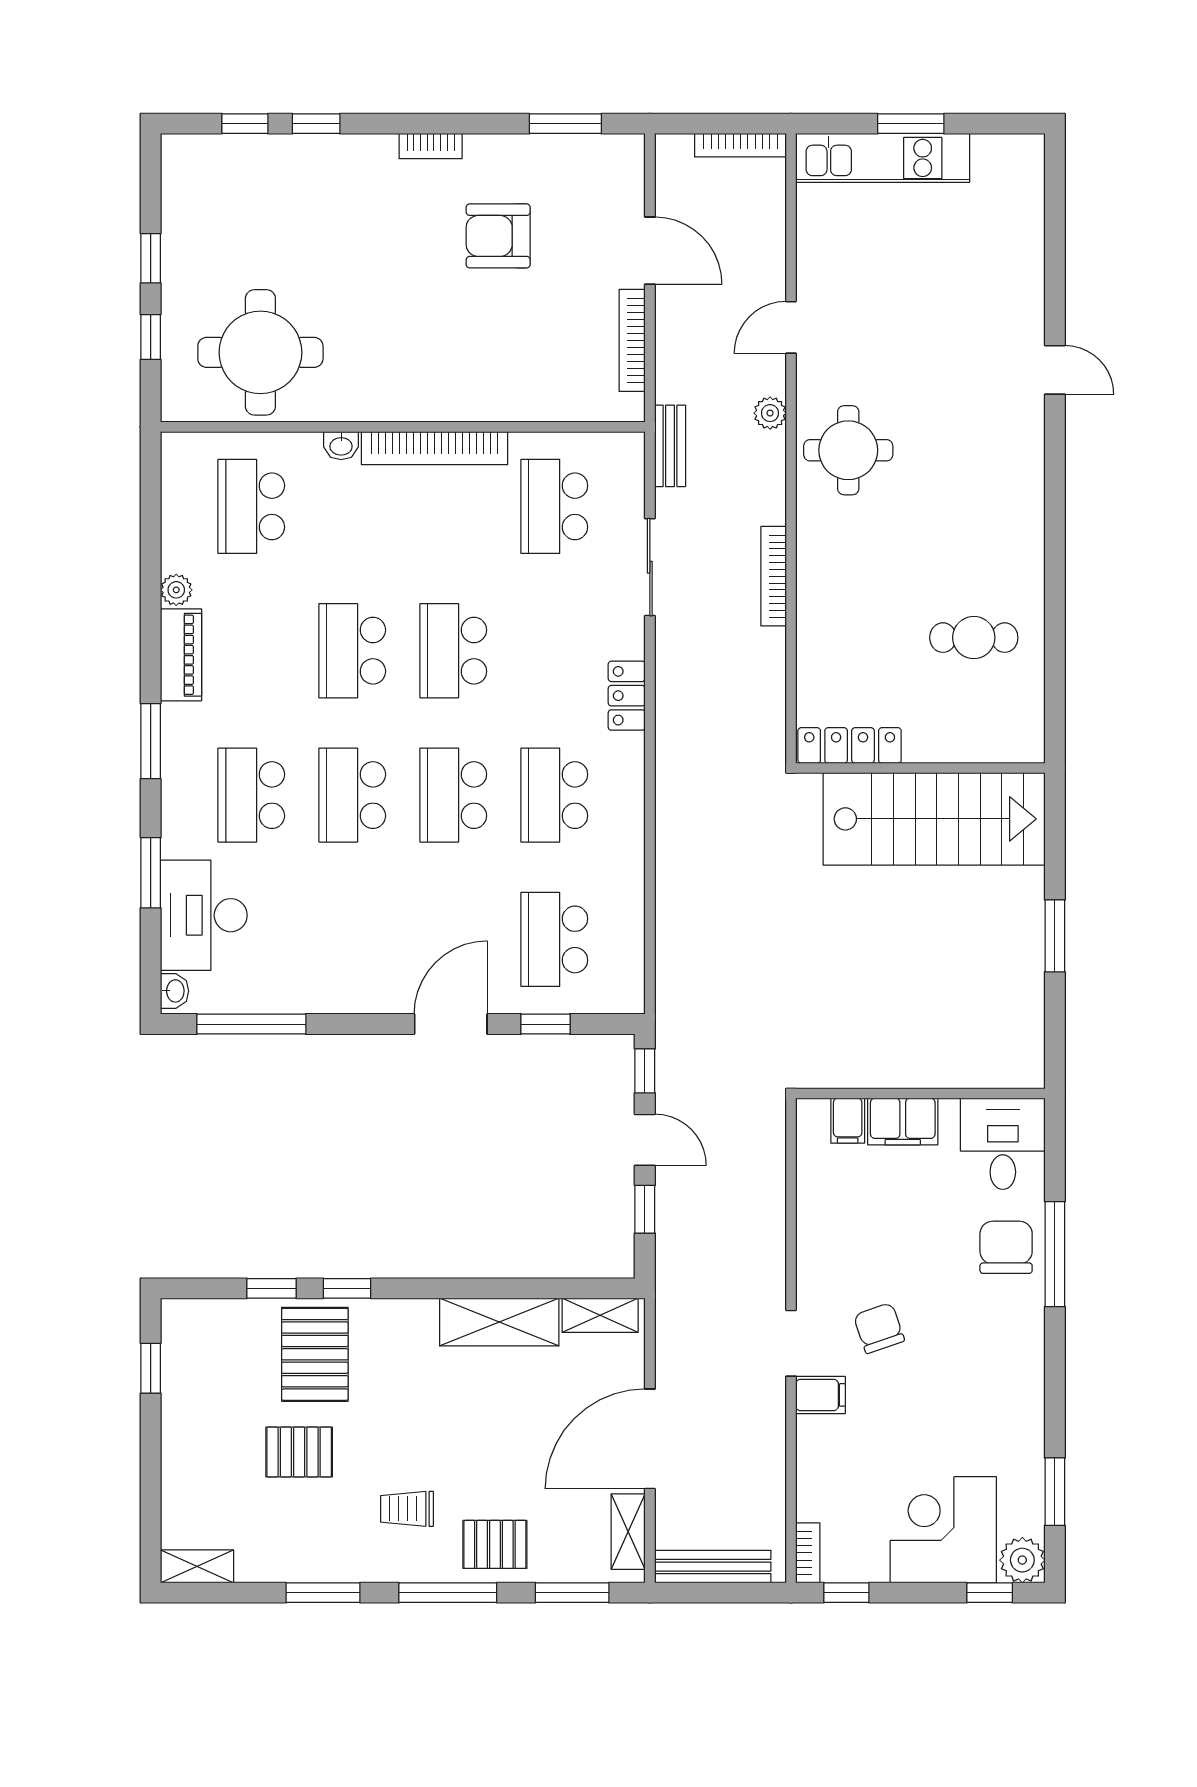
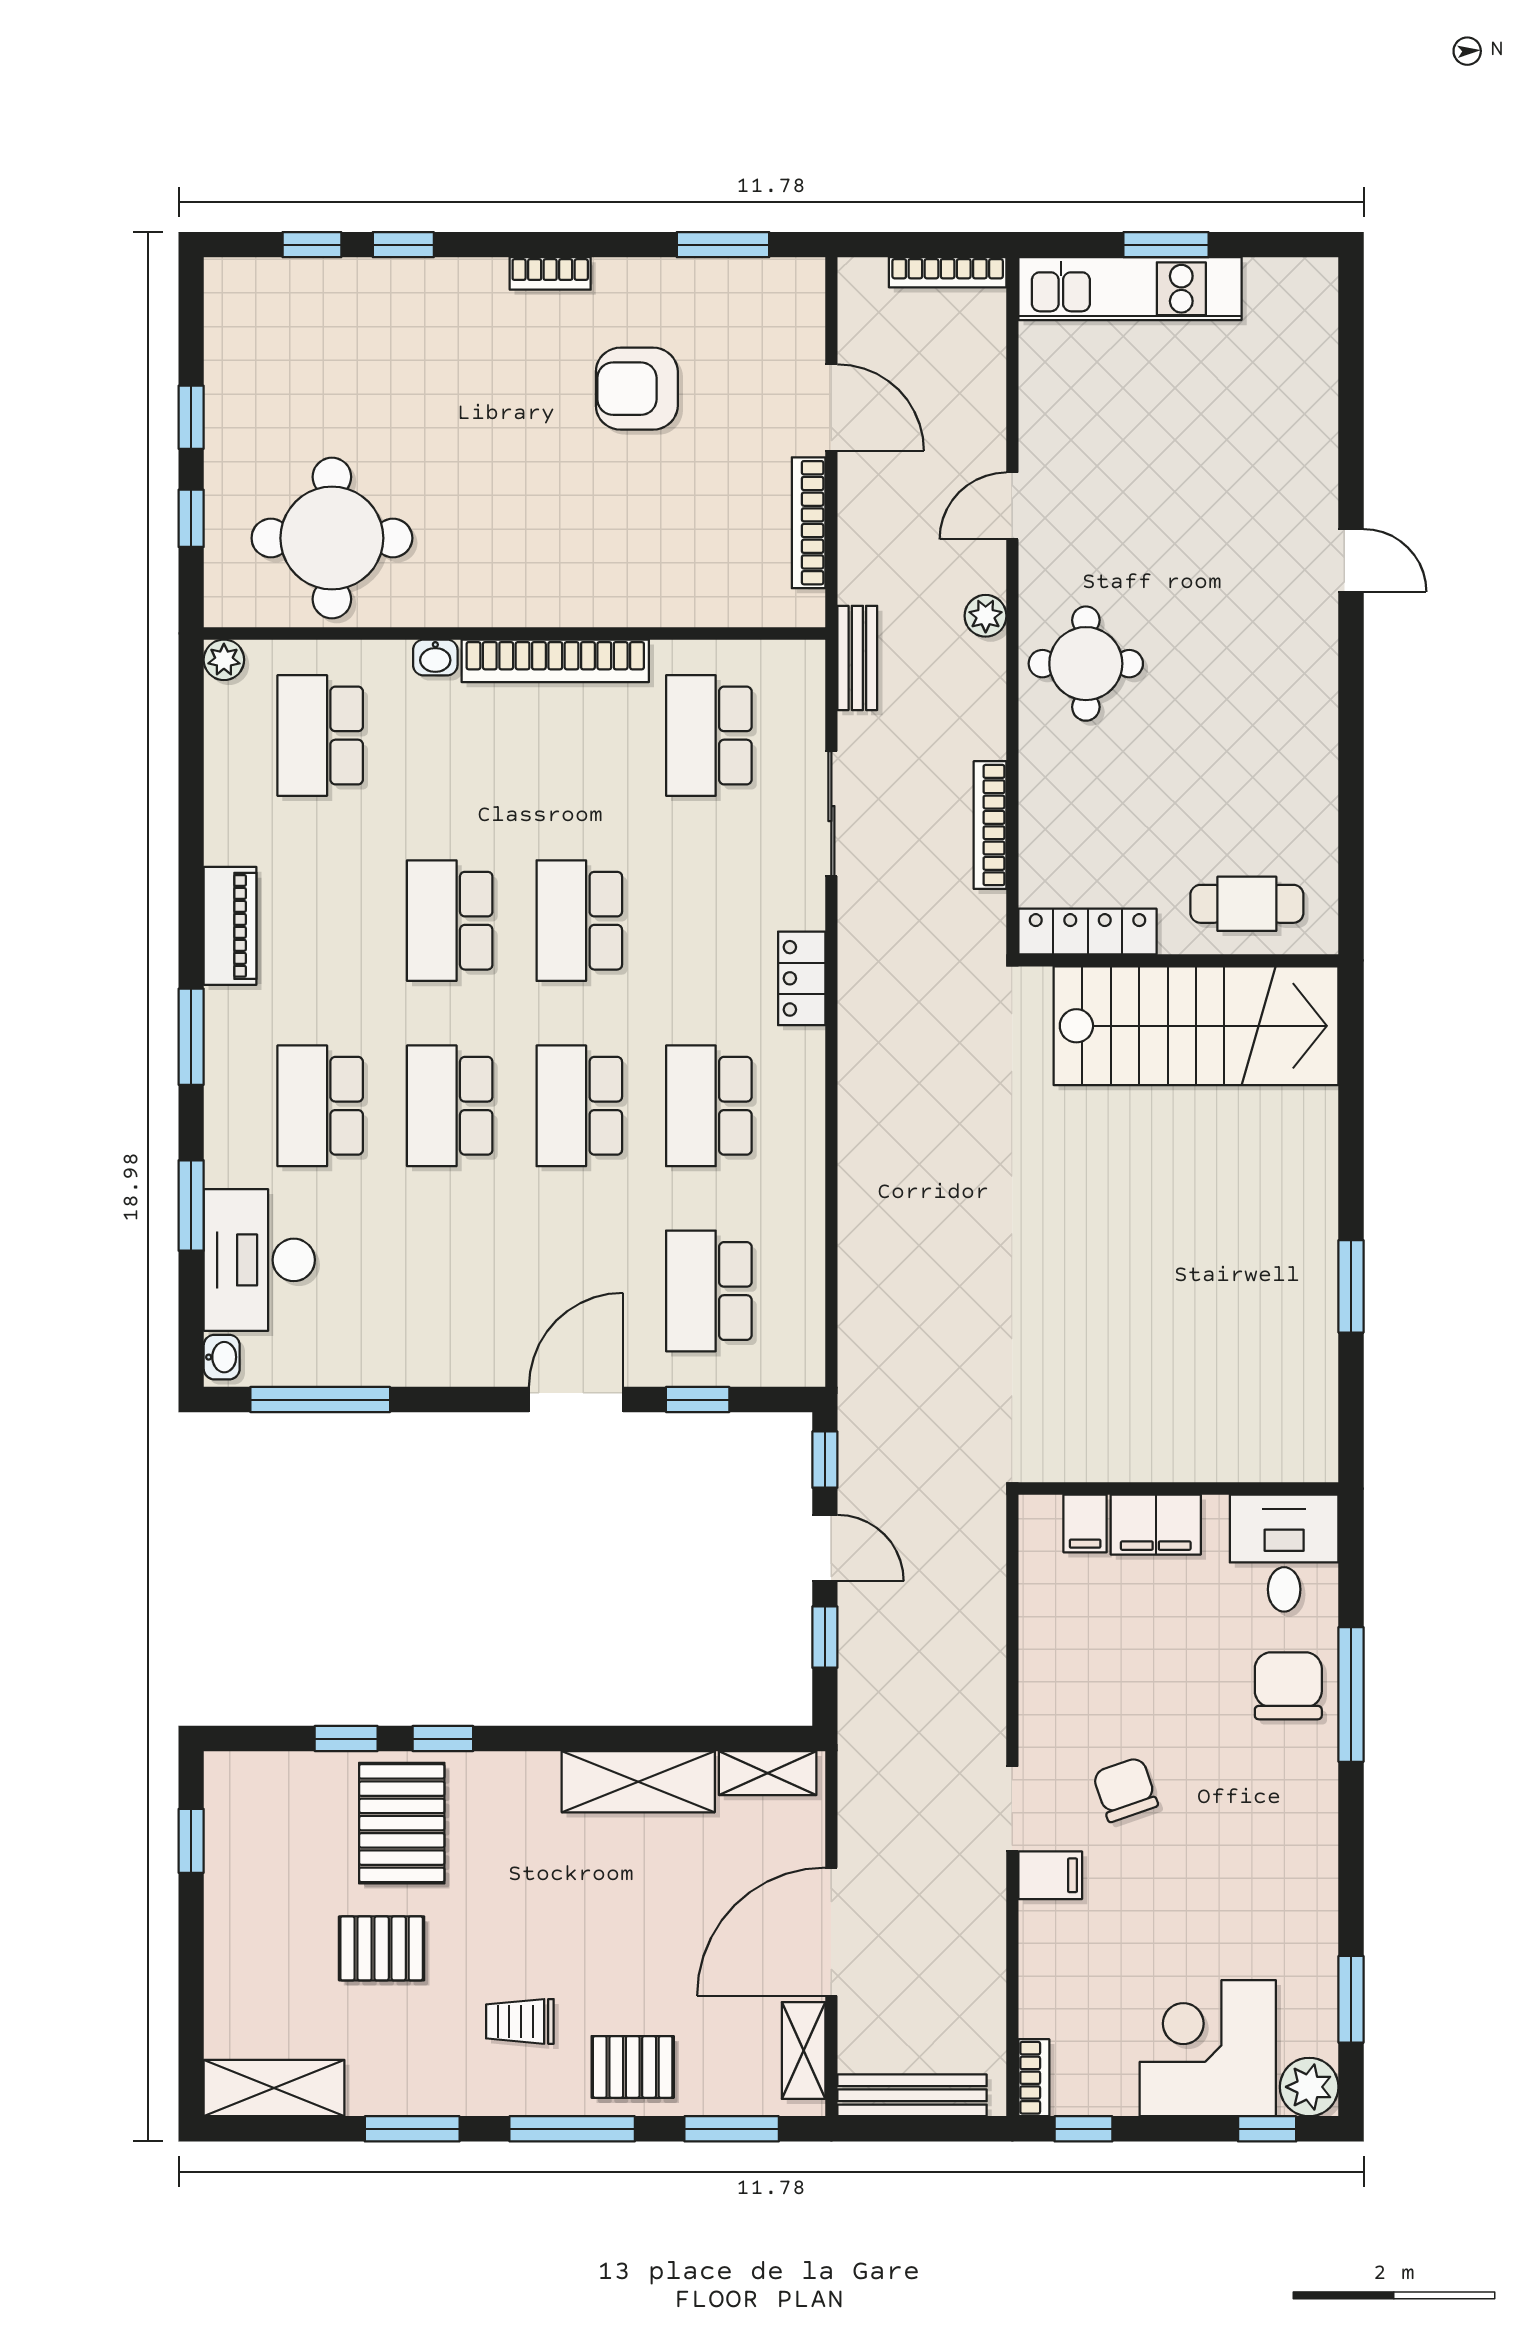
plant: (176, 590) -> (224, 660), moved
locker: (850, 745) -> (1088, 932), moved
wall: (920, 768) -> (1178, 960), moved
stairs: (934, 819) -> (1196, 1026), moved
shelving: (197, 1566) -> (274, 2088), width x1.50, depth x1.33

